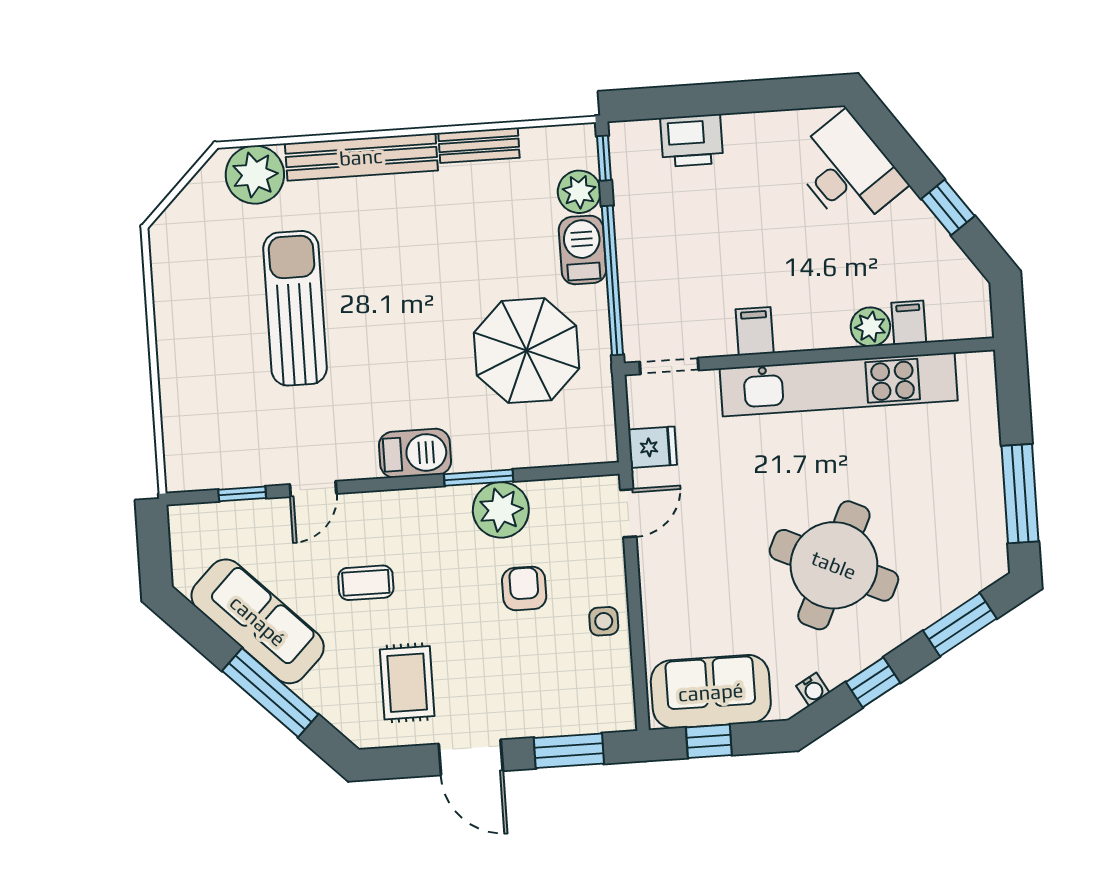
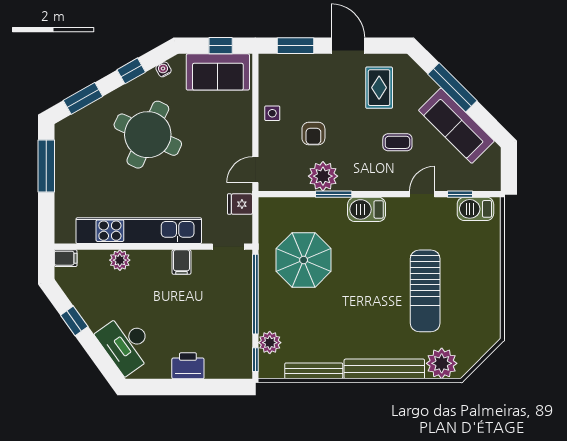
printer: (692, 140) -> (188, 366), moved
bench: (479, 145) -> (314, 371), width x1.36
barbecue: (582, 250) -> (475, 209), moved, turned 90
filing cabinet: (909, 323) -> (66, 258), moved, turned -90

